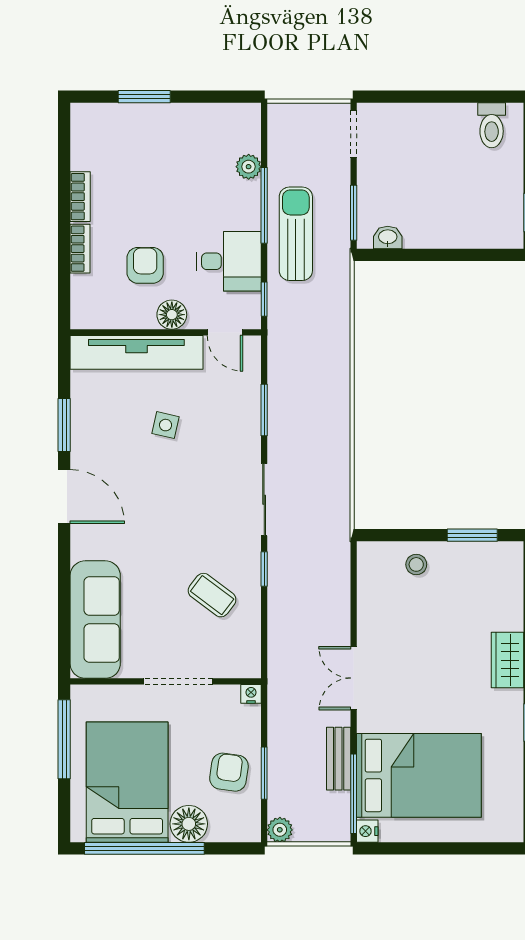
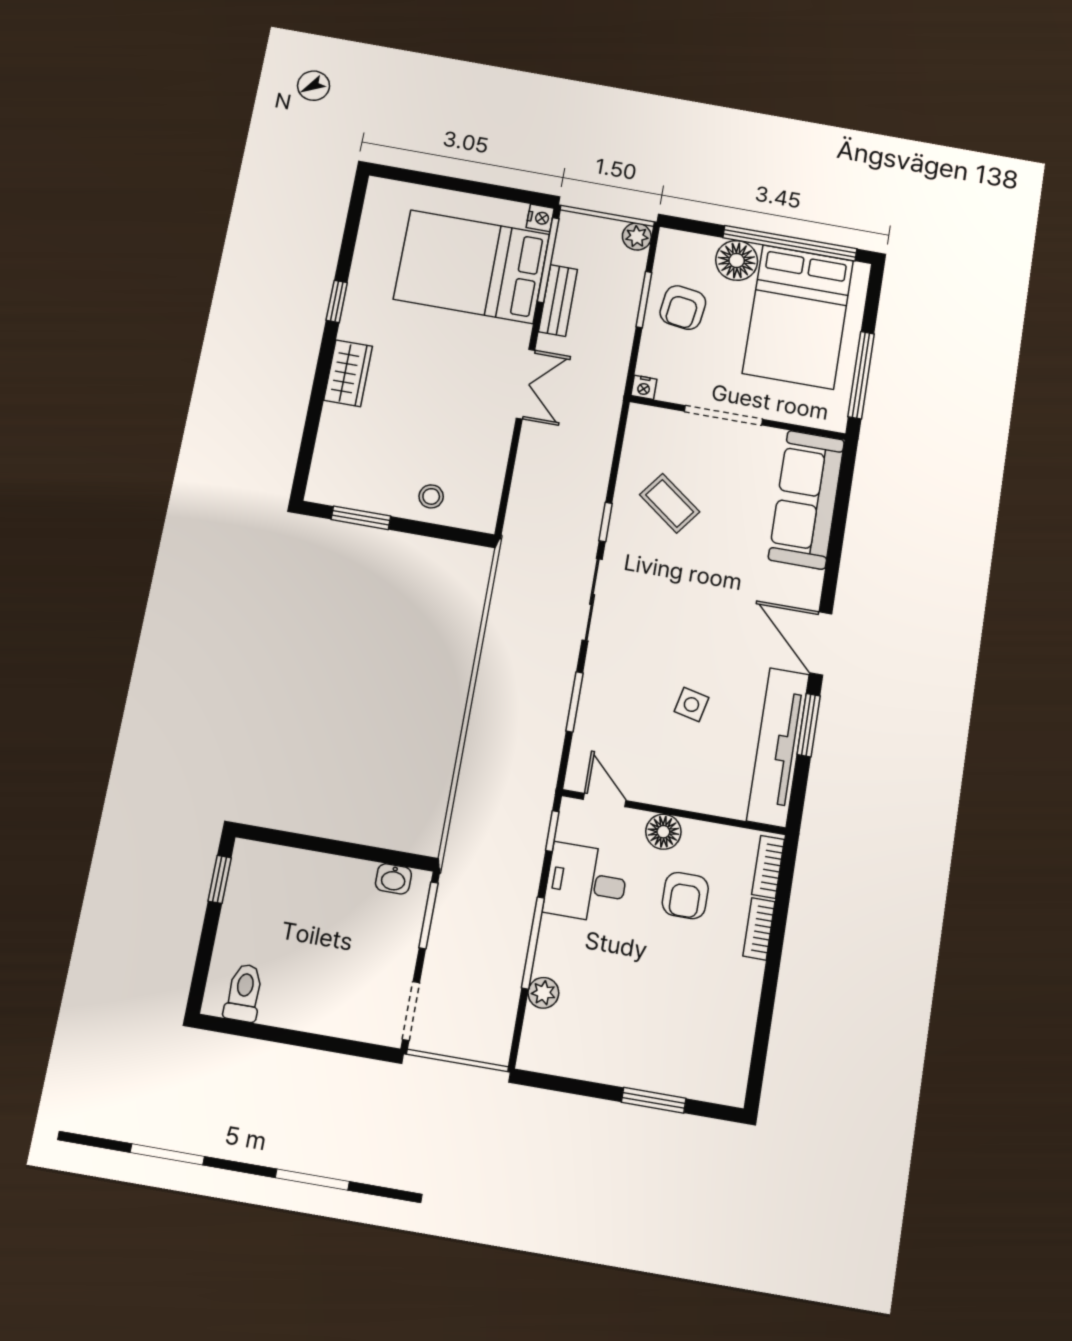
bookcase: (80, 197) -> (768, 867), moved
sun lounger: (296, 234) -> (501, 902), removed
tv unit: (136, 352) -> (778, 747), moved, turned -90

